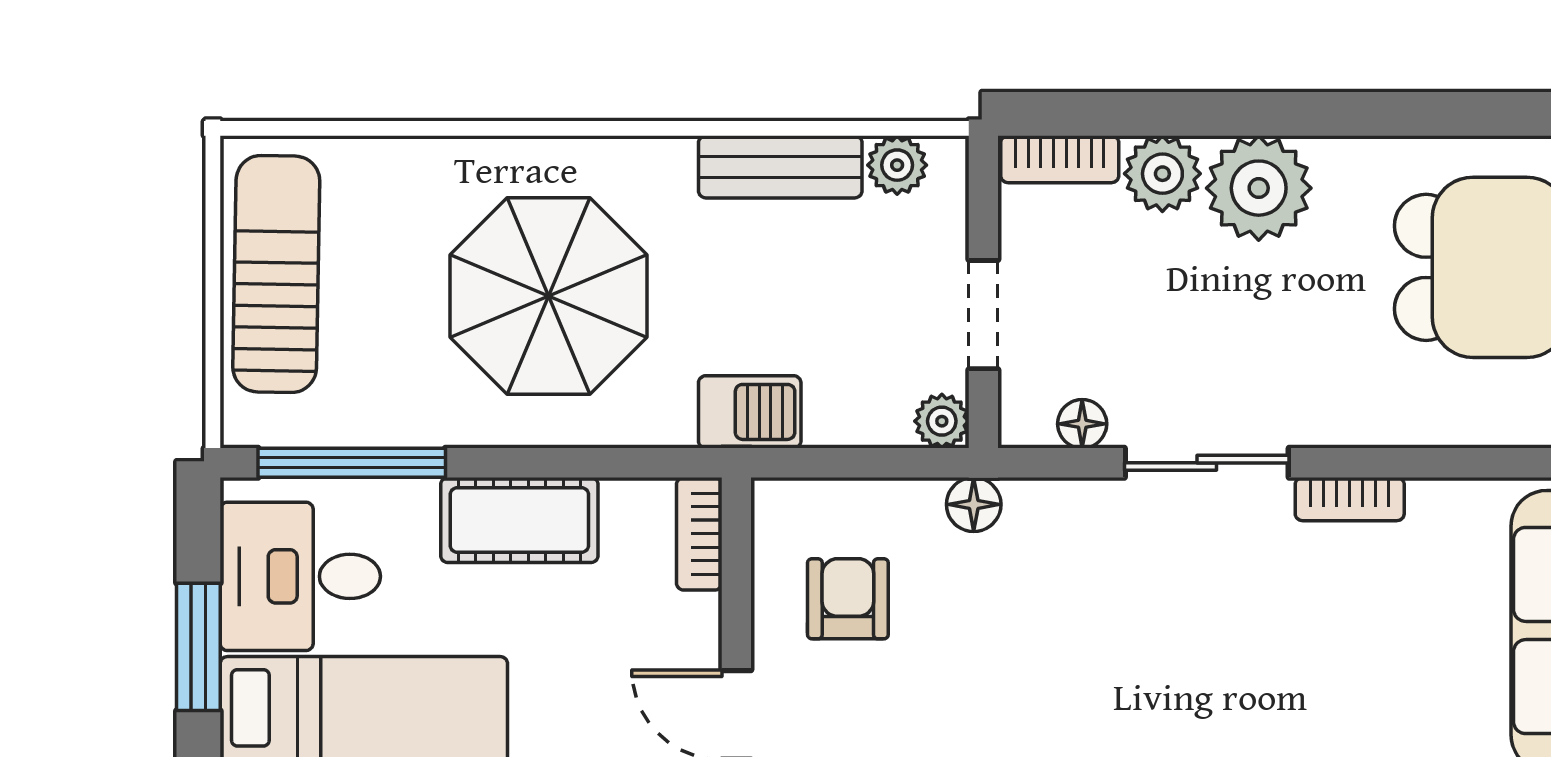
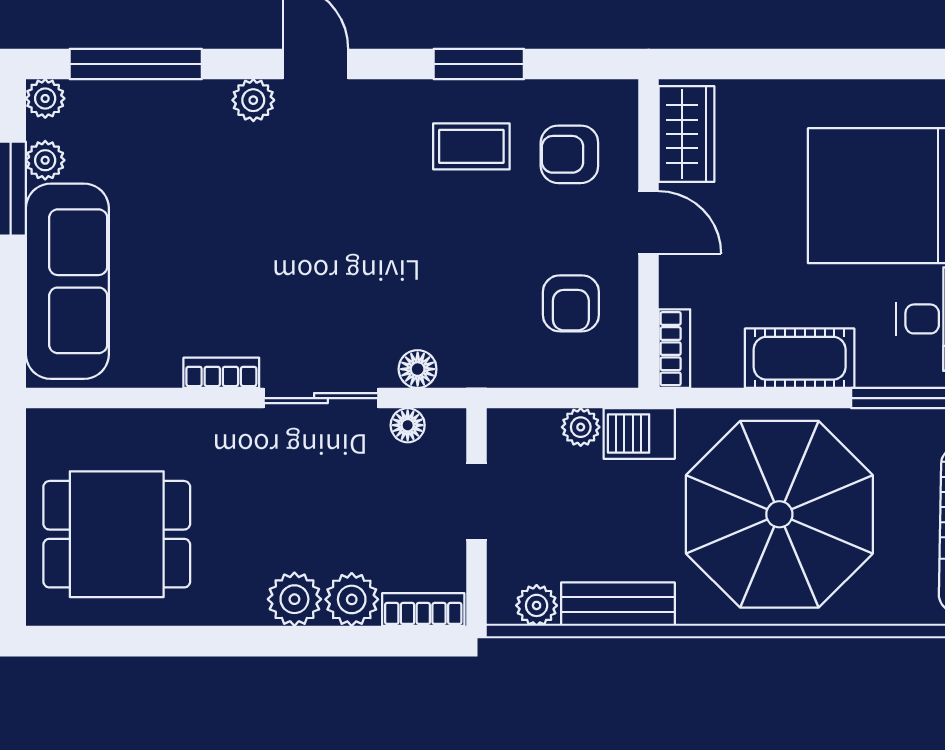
plant: (1259, 188) -> (294, 599), width x0.73, depth x0.73
parasol: (548, 296) -> (779, 514), width x1.36, depth x1.36
plant: (942, 421) -> (581, 427), moved
floor lamp: (974, 504) -> (418, 369), moved

